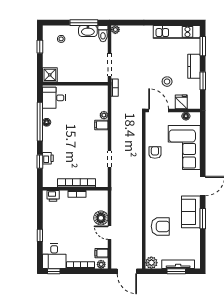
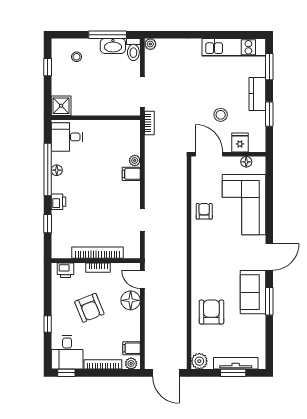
printer: (48, 158) -> (58, 202), moved
armchair: (71, 223) -> (89, 308), added
armchair: (160, 226) -> (211, 312), turned -90
door: (110, 233) -> (142, 279), moved

